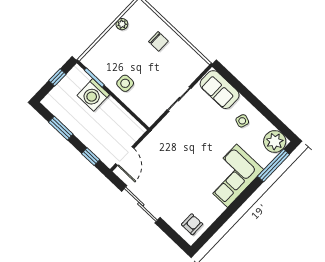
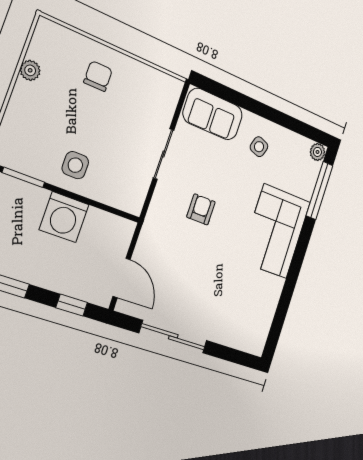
chair: (158, 41) -> (98, 76), turned -90
washing machine: (93, 95) -> (64, 217), moved
plant: (275, 141) -> (317, 152), width x0.53, depth x0.53
armchair: (192, 224) -> (201, 209), moved

